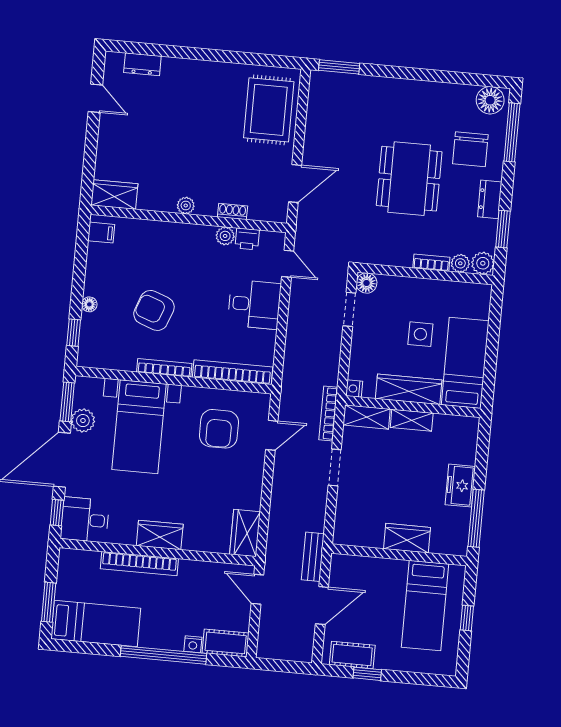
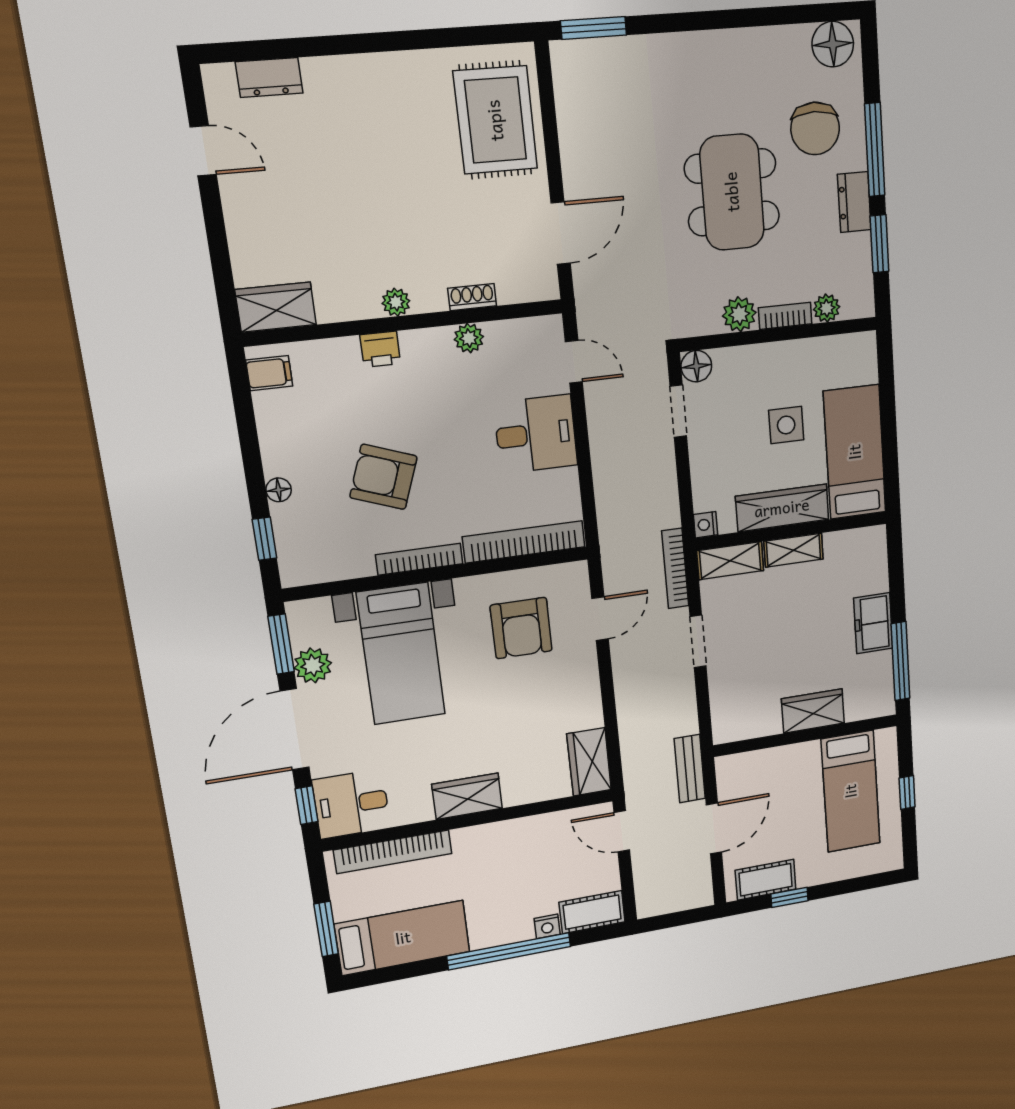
window: (512, 132) -> (875, 150), moved
printer: (247, 239) -> (380, 349), moved
plant: (483, 263) -> (739, 314), moved
bookcase: (139, 564) -> (393, 852), moved

